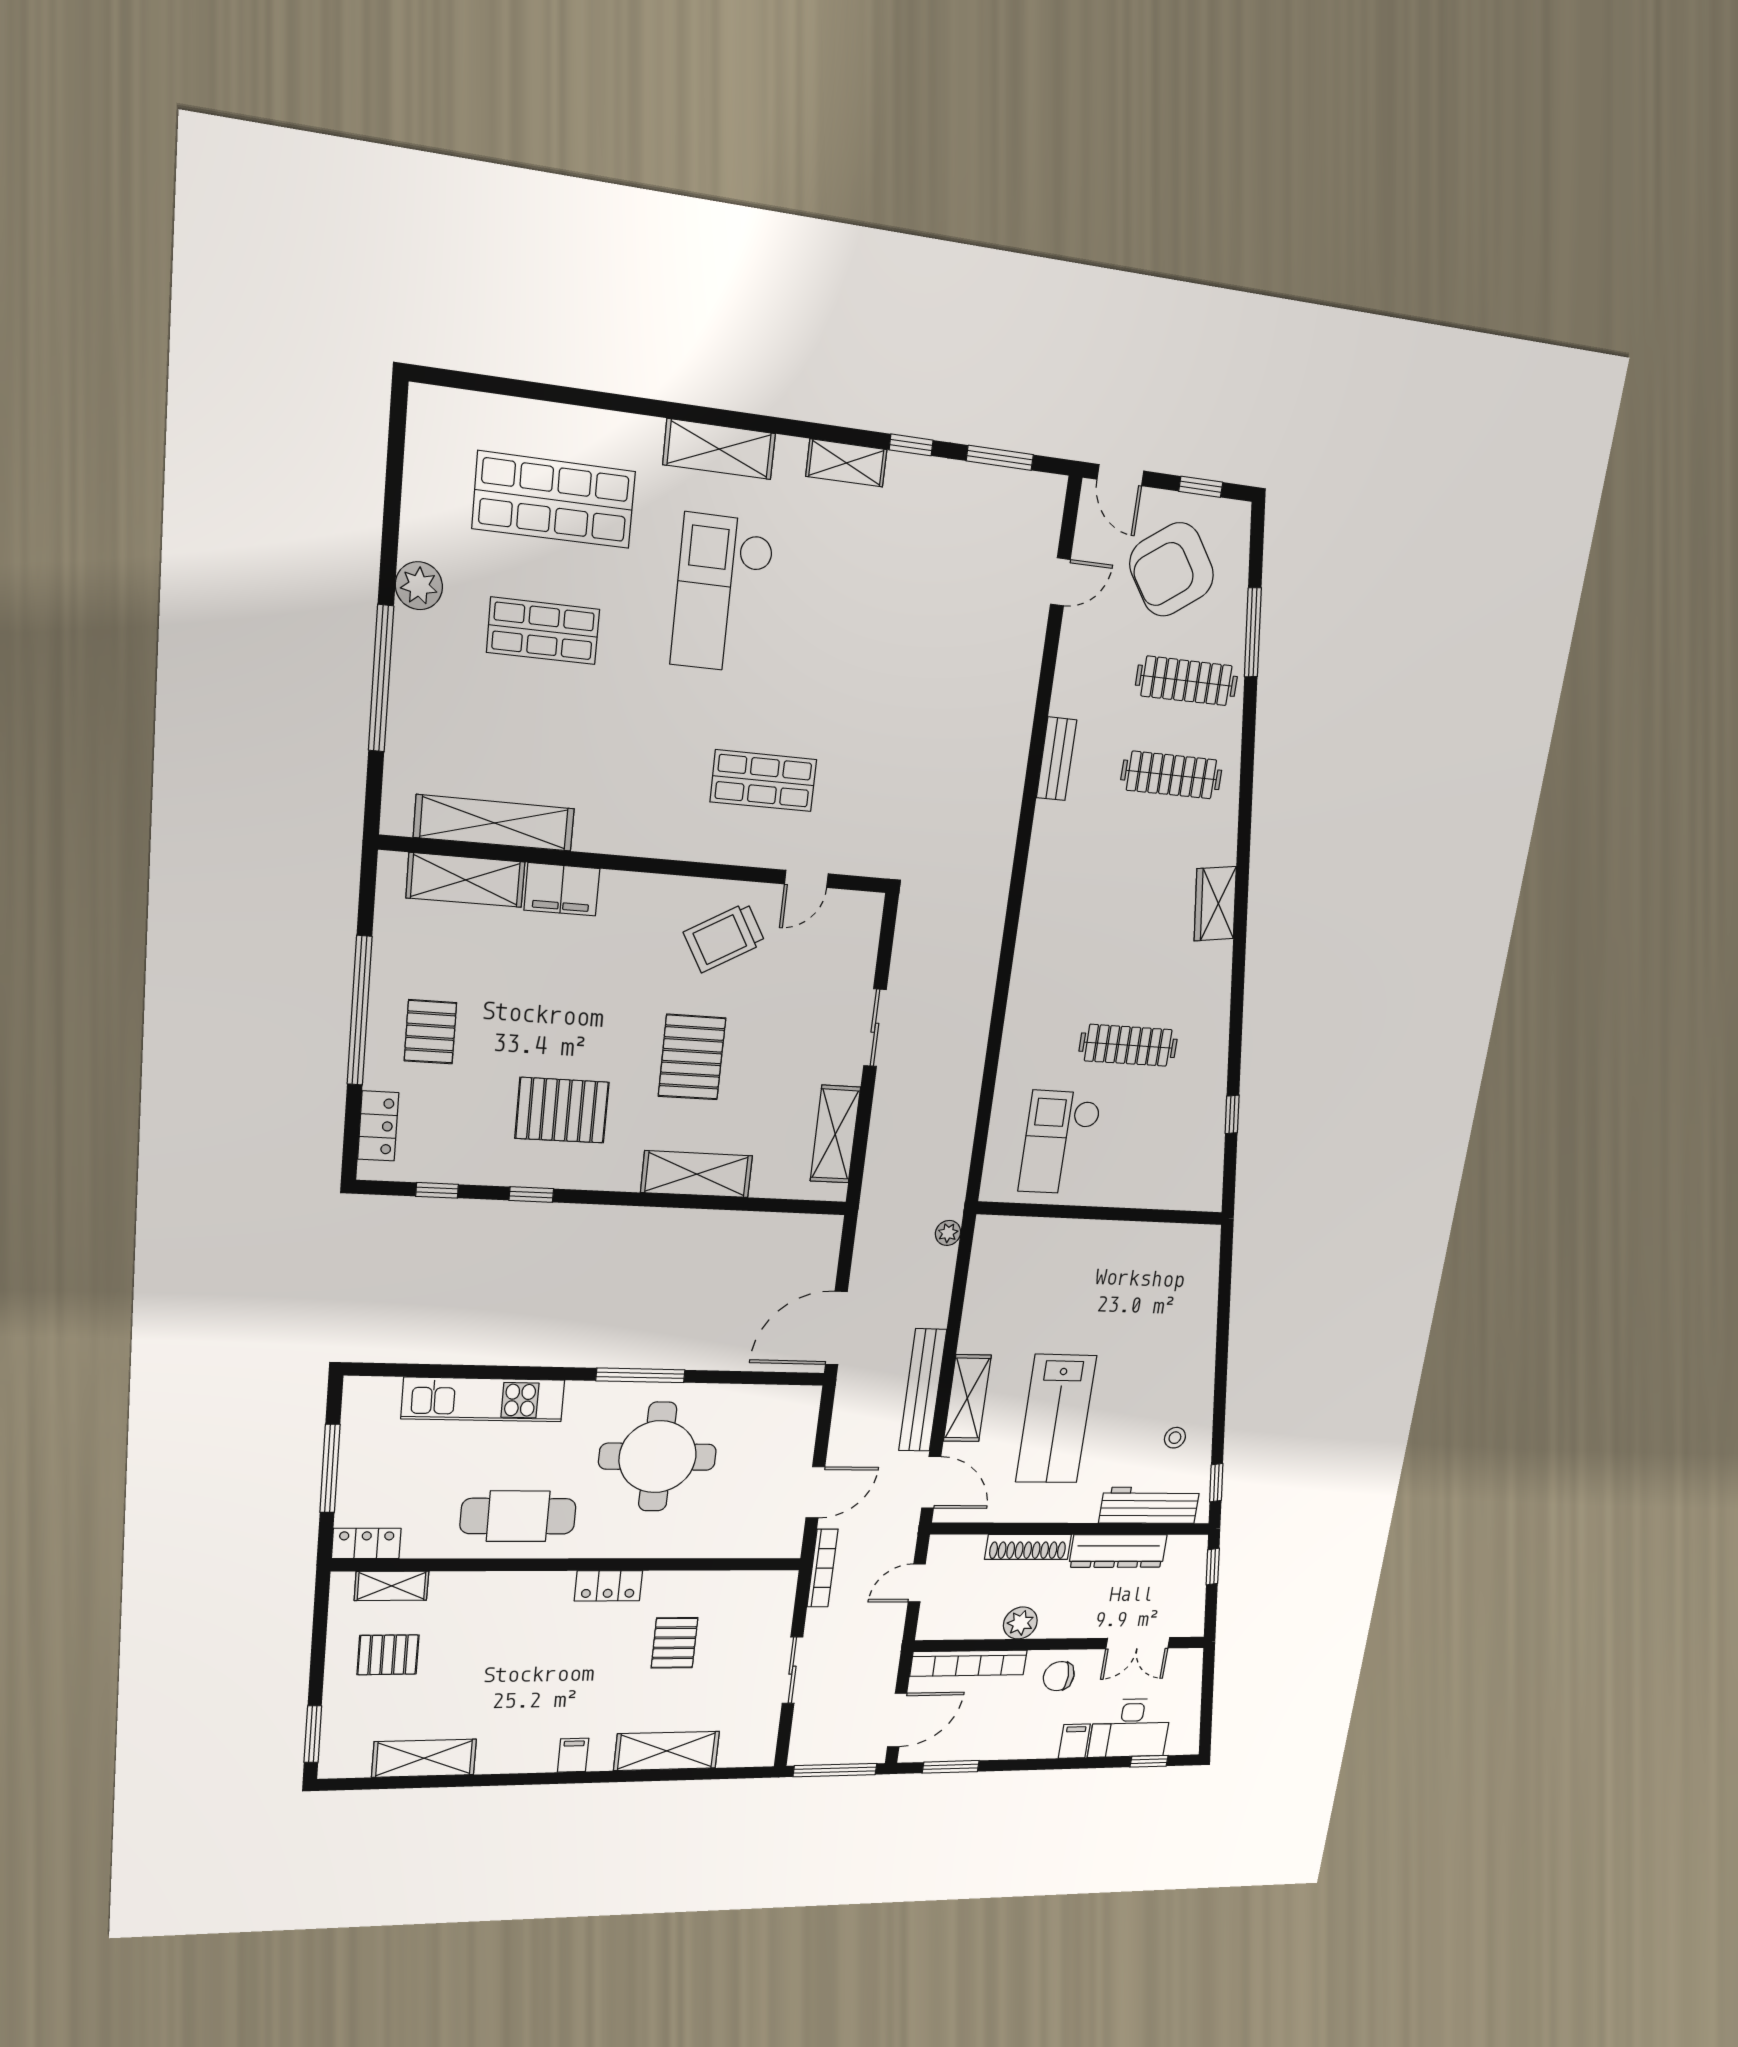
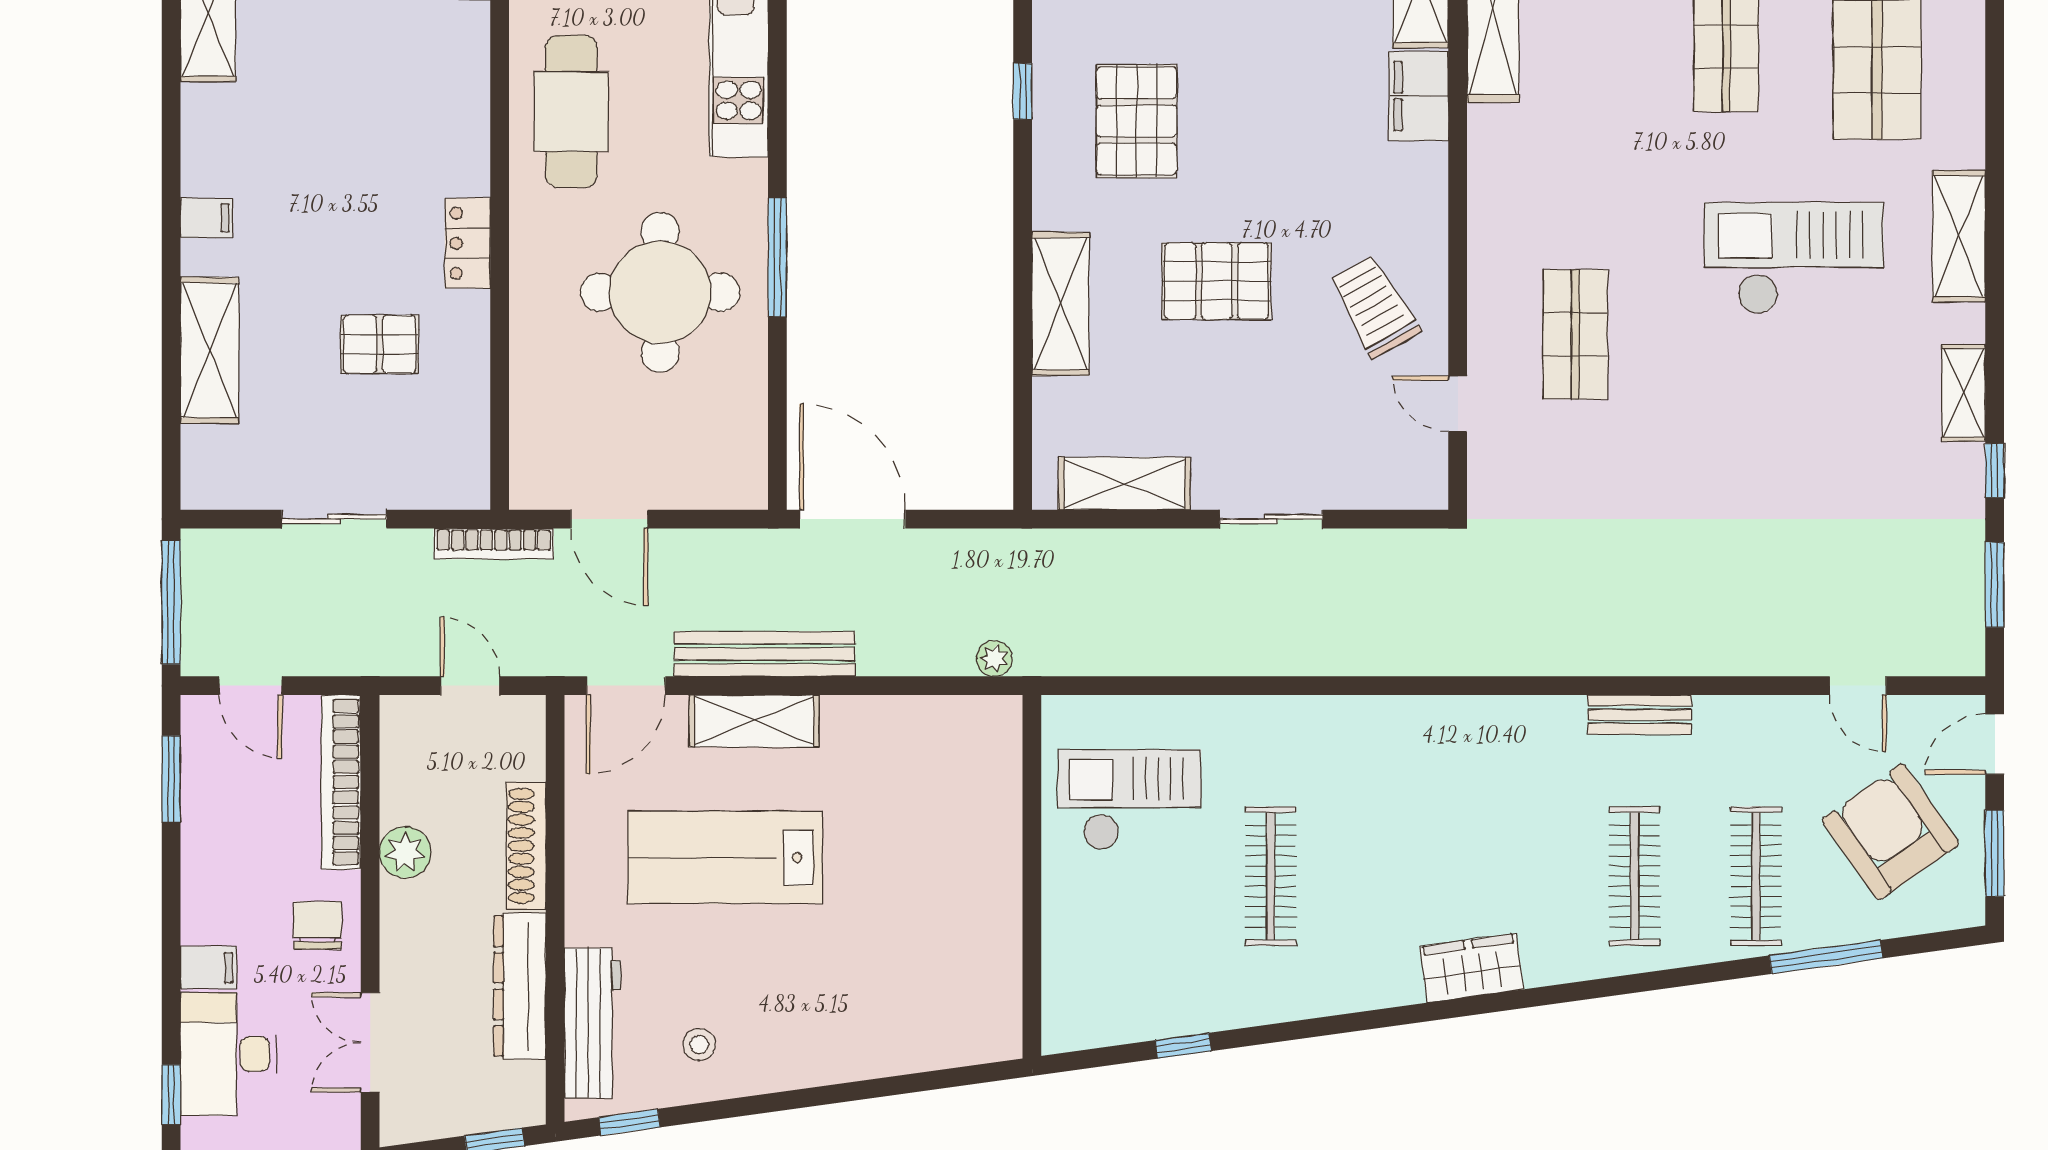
window: (1201, 487) -> (1995, 853), width x1.50
door: (897, 1720) -> (251, 686), width x0.73

